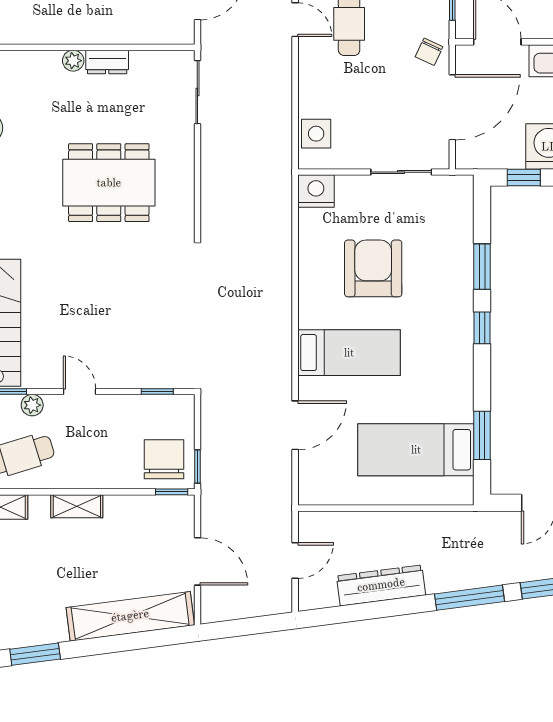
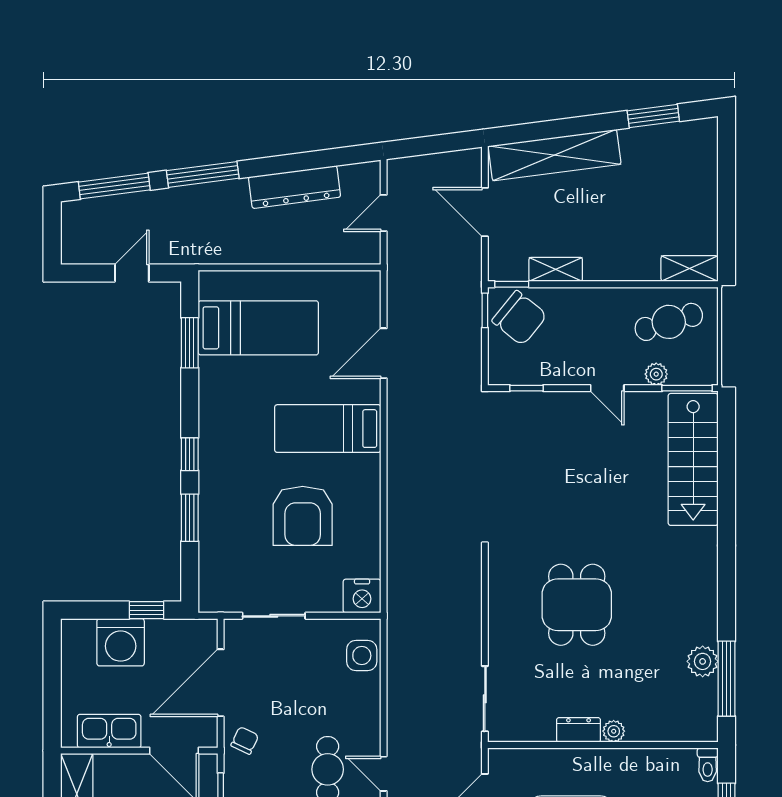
dining table: (109, 183) -> (577, 605), width x0.73
chair: (164, 459) -> (519, 318), turned -51
shelving: (77, 506) -> (556, 269), moved

